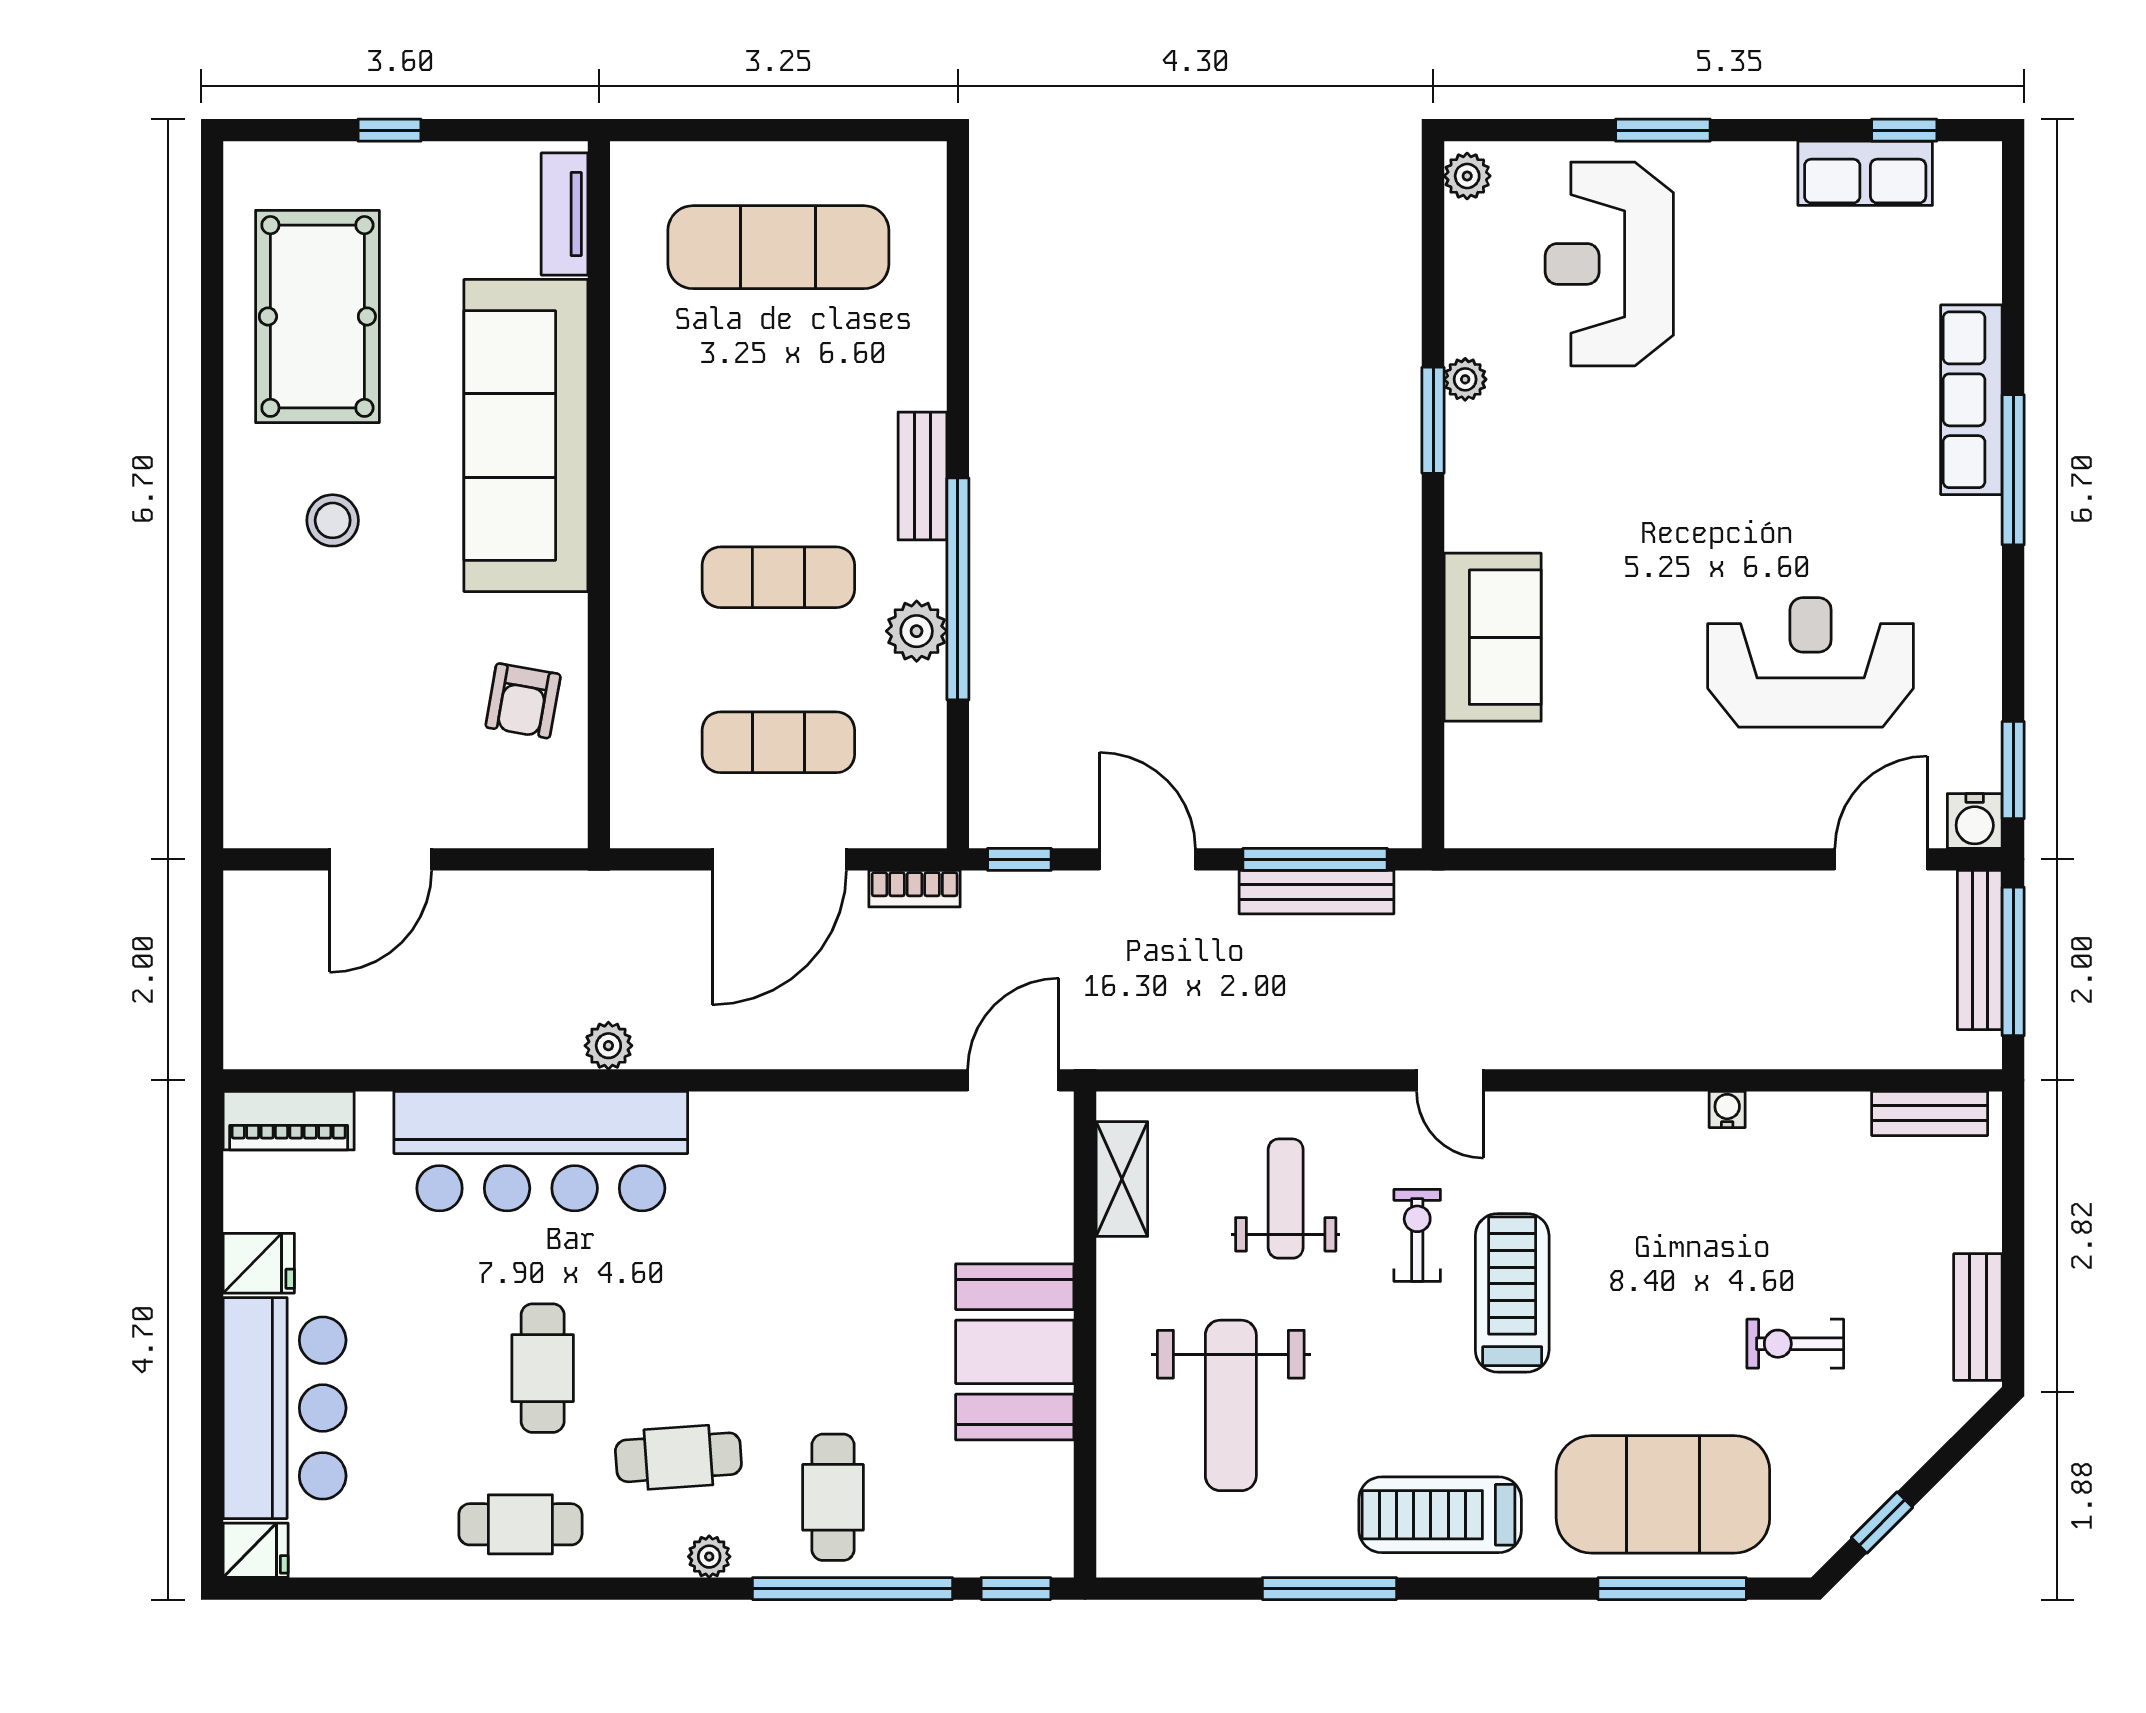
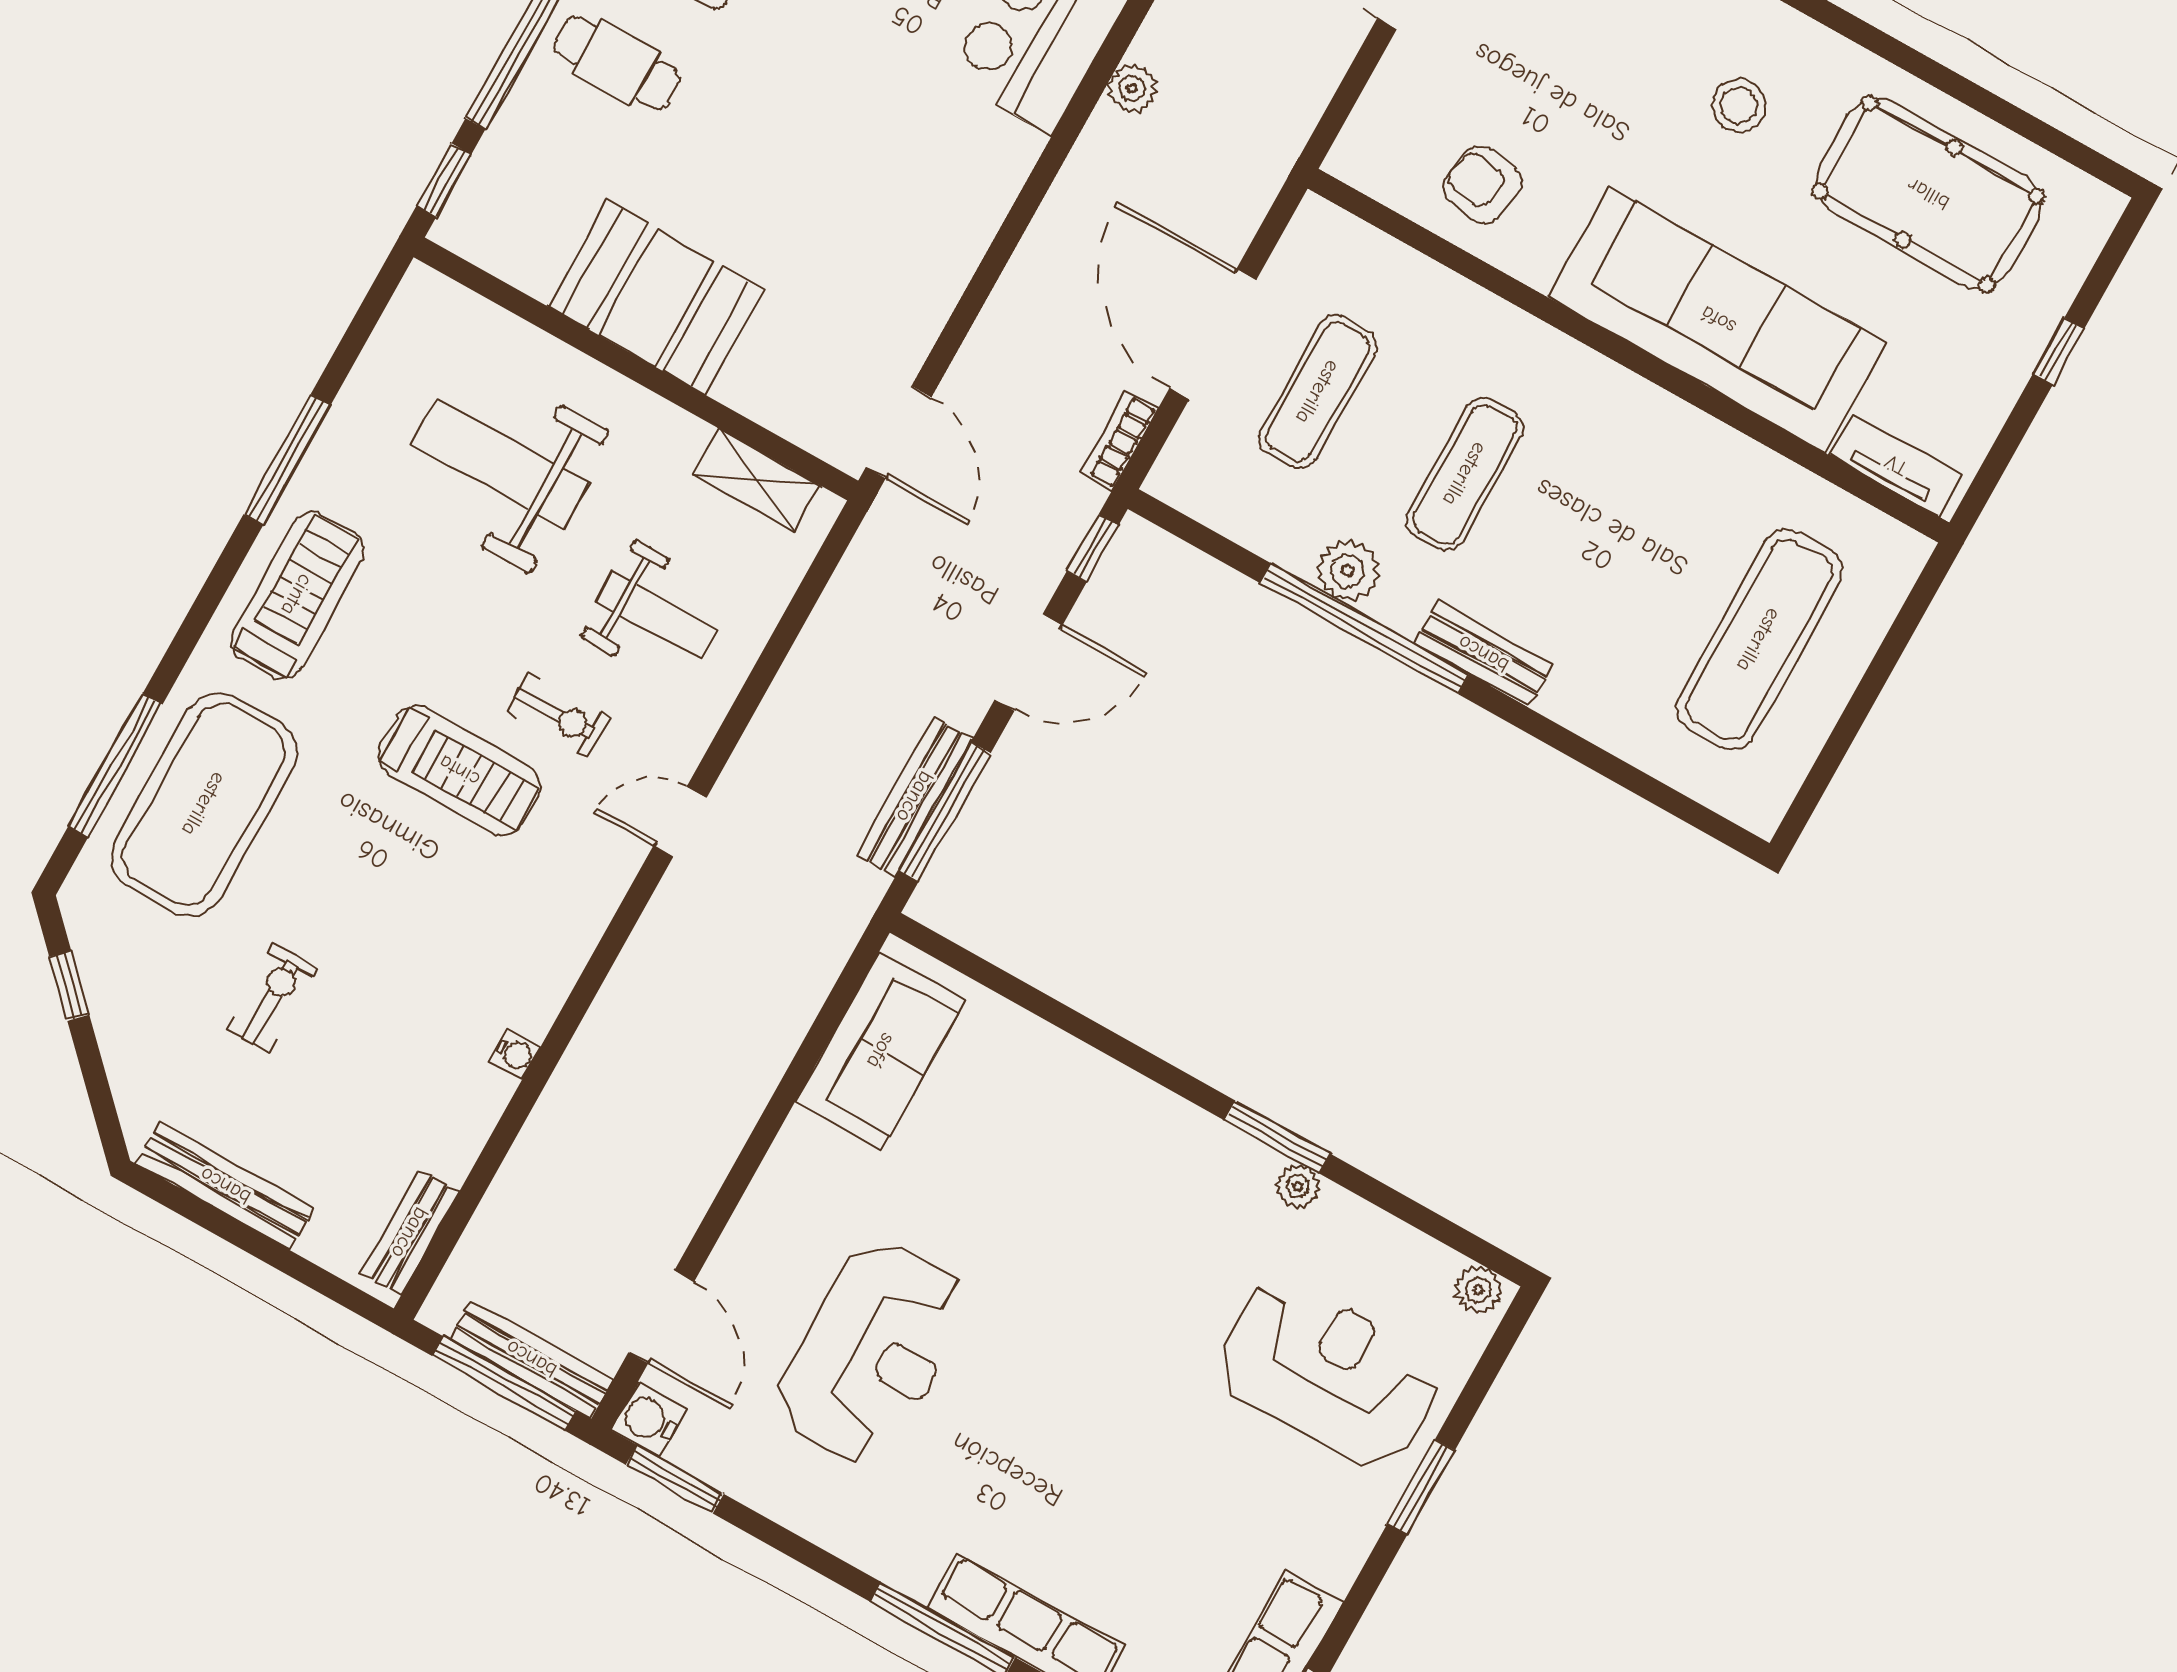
sofa: (1493, 637) -> (881, 1051), moved, turned -90
bench: (1978, 1317) -> (225, 1186), width x1.36

